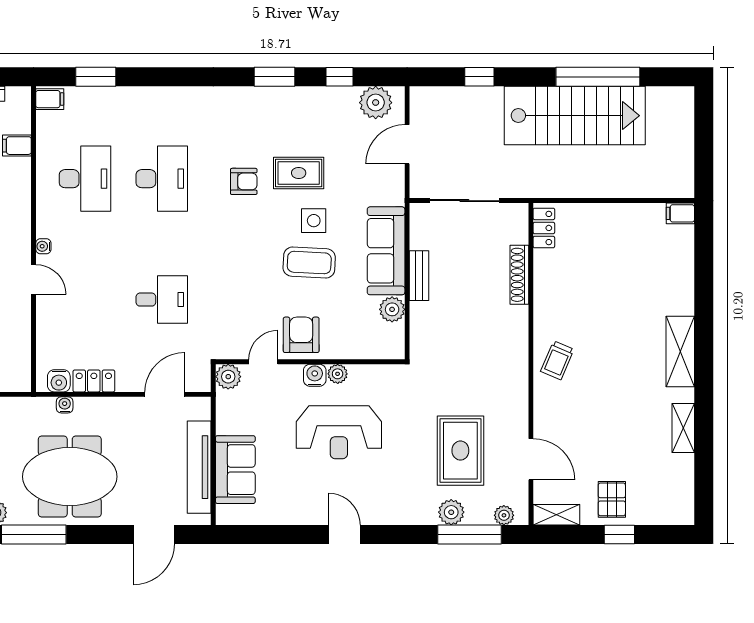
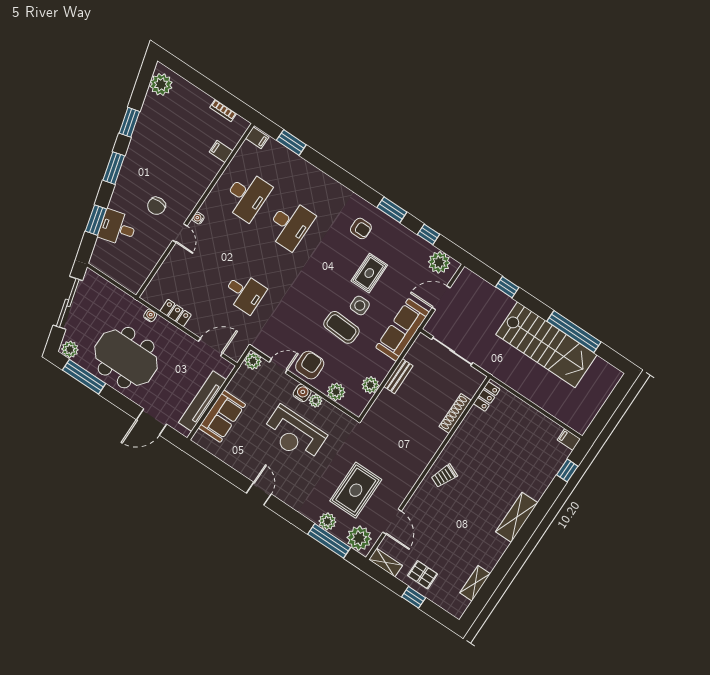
rug: (299, 173) -> (369, 273), turned 90
armchair: (244, 181) -> (361, 228), moved
sofa: (386, 251) -> (402, 330), moved
window: (704, 253) -> (567, 470), added
plant: (355, 346) -> (336, 392), added
water cooler: (59, 381) -> (156, 300), removed
shelving: (683, 428) -> (475, 583), moved
pallet: (612, 499) -> (423, 575), turned 90
plant: (504, 515) -> (359, 538), width x1.88, depth x1.88

